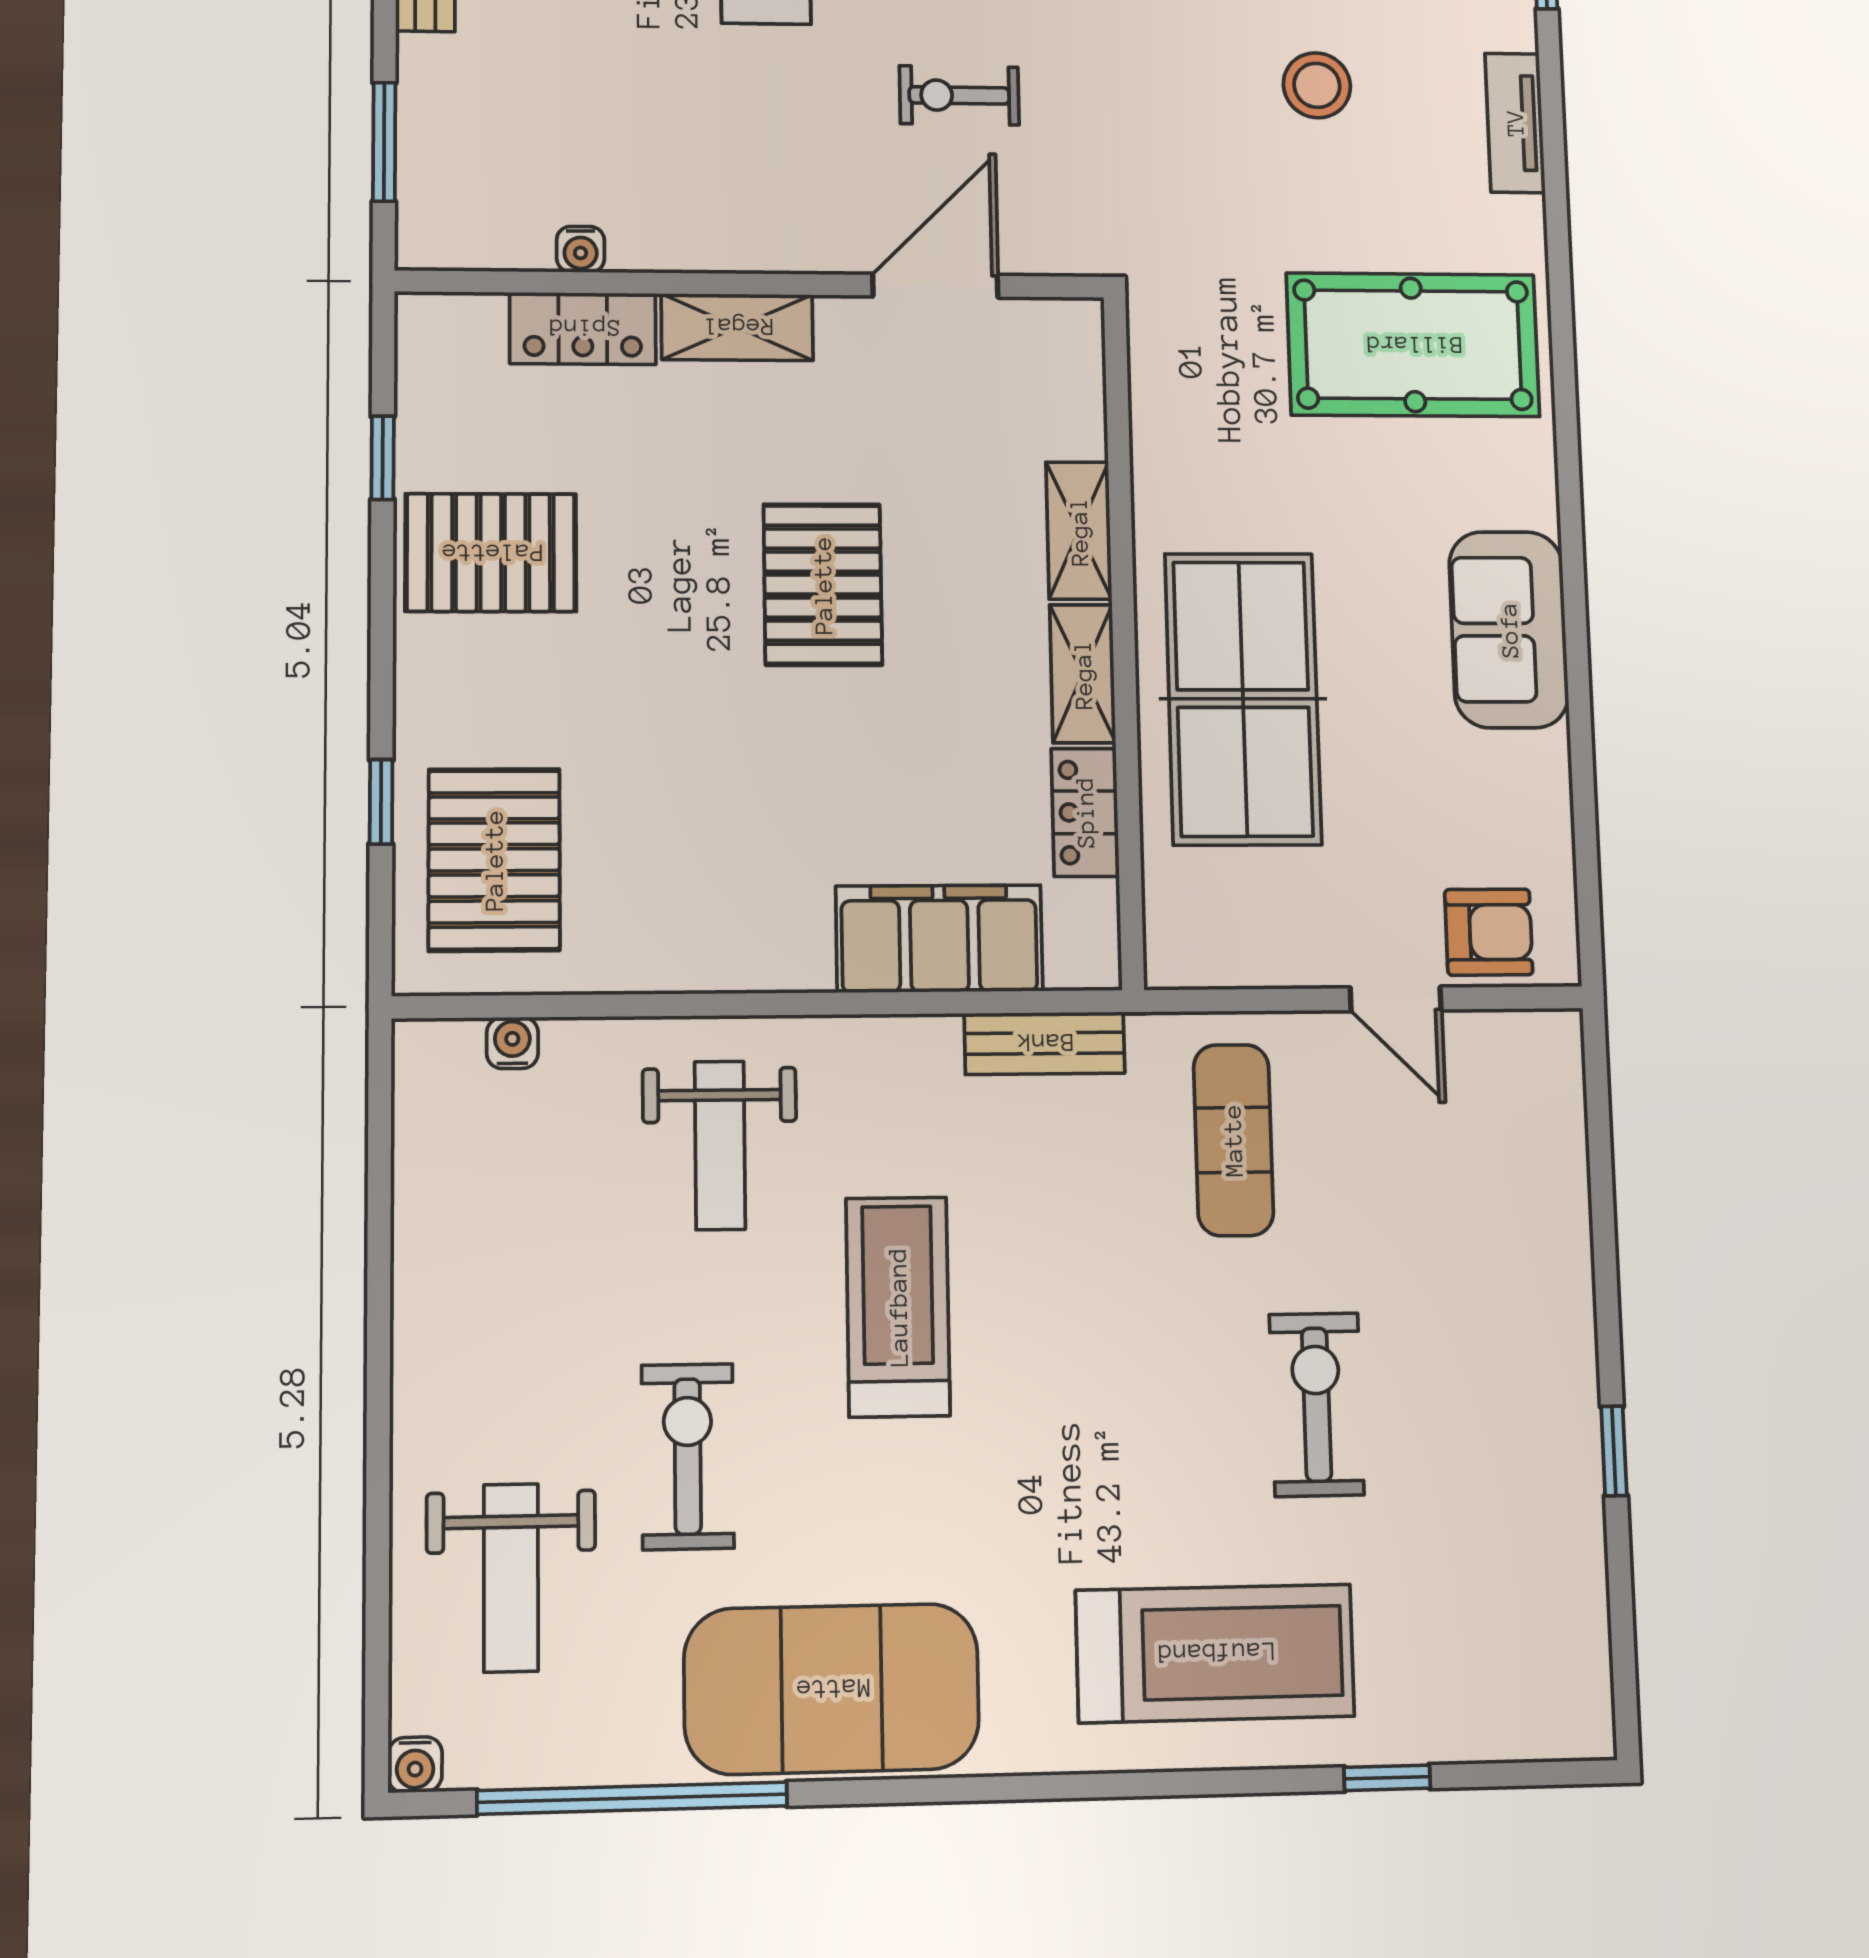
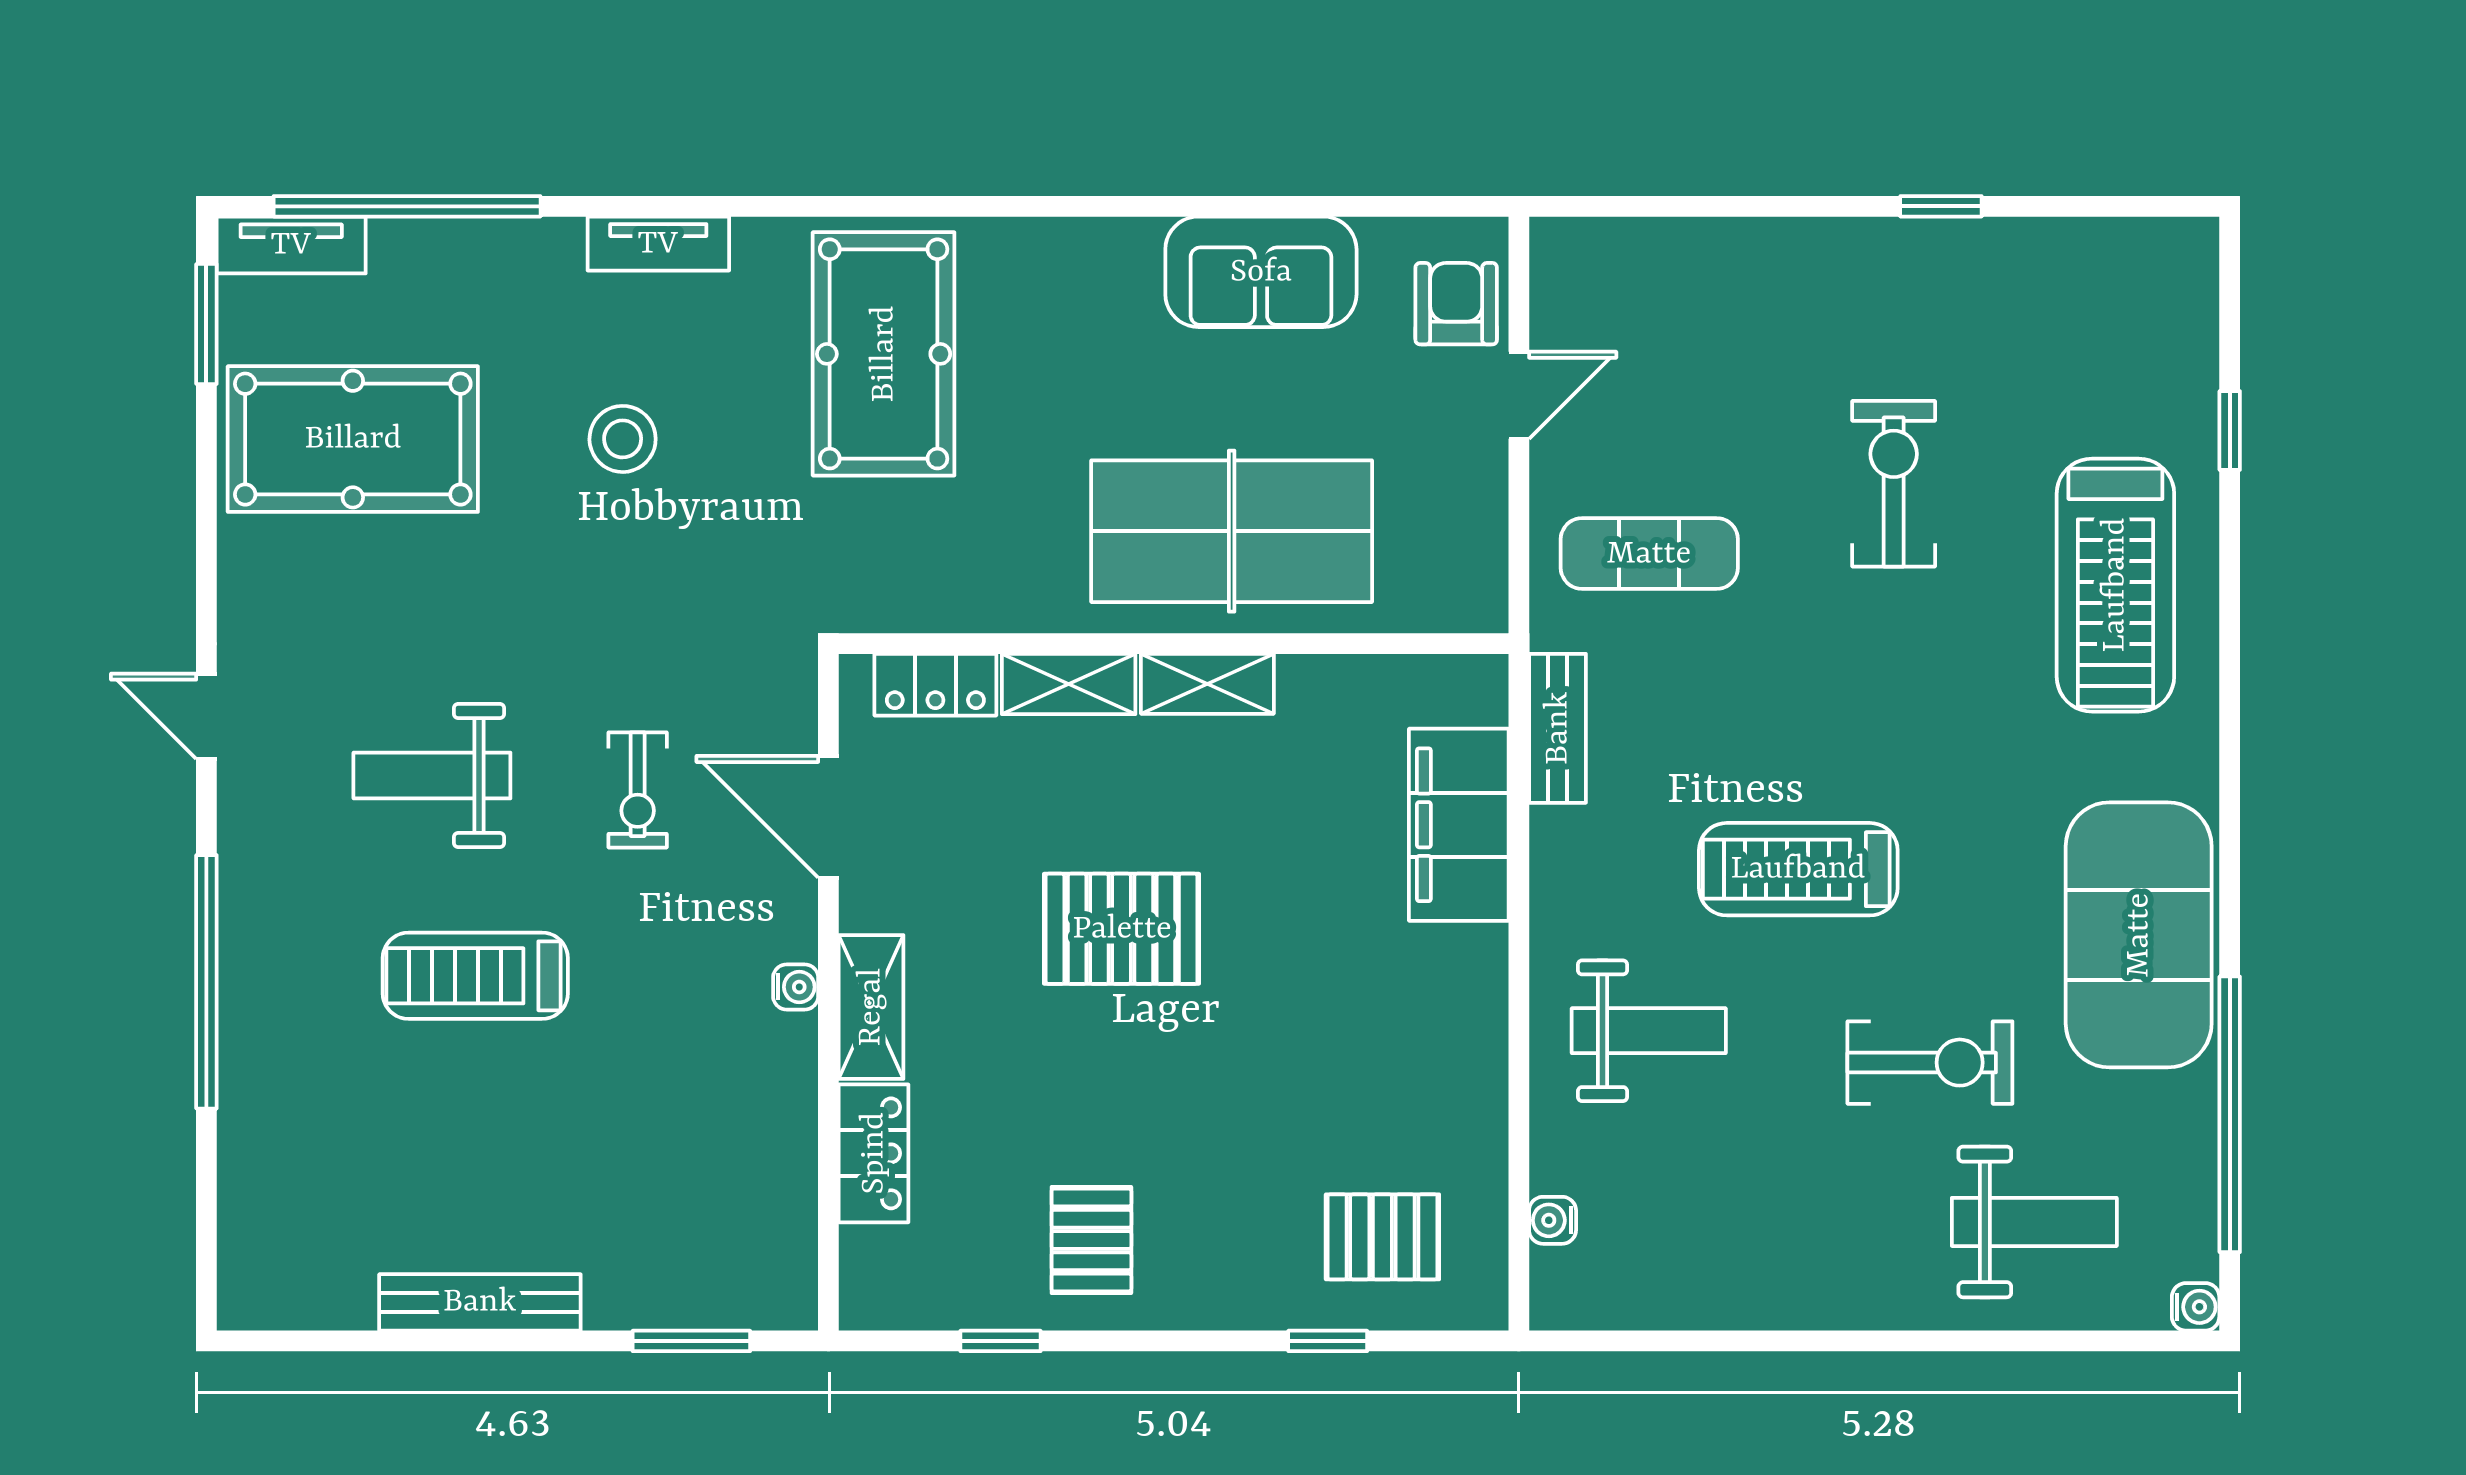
water cooler: (581, 249) -> (796, 987), moved
pallet: (491, 553) -> (1091, 1240), width x0.67, depth x0.71
sofa: (1509, 630) -> (1261, 272), moved
locker: (1085, 812) -> (935, 685), moved
pallet: (494, 860) -> (1382, 1237), width x0.67, depth x0.71
exercise bike: (1317, 1405) -> (1894, 484), turned 90
exercise bike: (688, 1456) -> (1930, 1063), turned 180
treadmill: (1215, 1653) -> (2115, 585), turned 180

